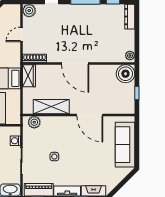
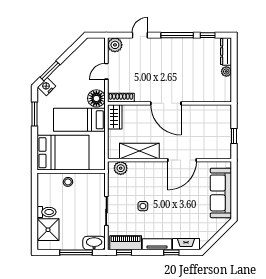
plant: (130, 56) -> (226, 71), moved
floor lamp: (12, 59) -> (96, 98), added
boiler: (125, 74) -> (221, 115), removed
door: (90, 115) -> (182, 160), hinge flipped
washing machine: (15, 141) -> (100, 189), removed

